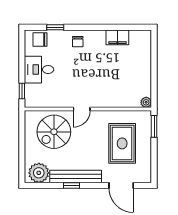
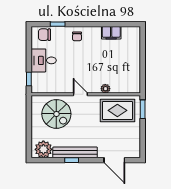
plant: (146, 102) -> (105, 89), moved
door: (82, 109) -> (80, 94), swing flipped
spiral stairs: (54, 132) -> (56, 114), turned -90
rug: (122, 143) -> (117, 110), moved, turned 90

